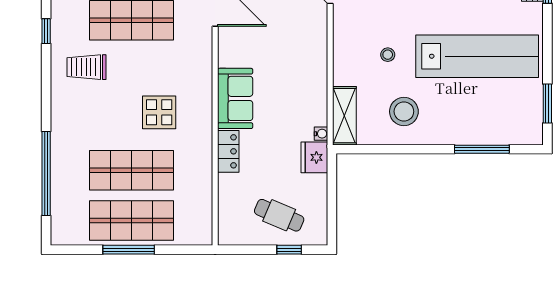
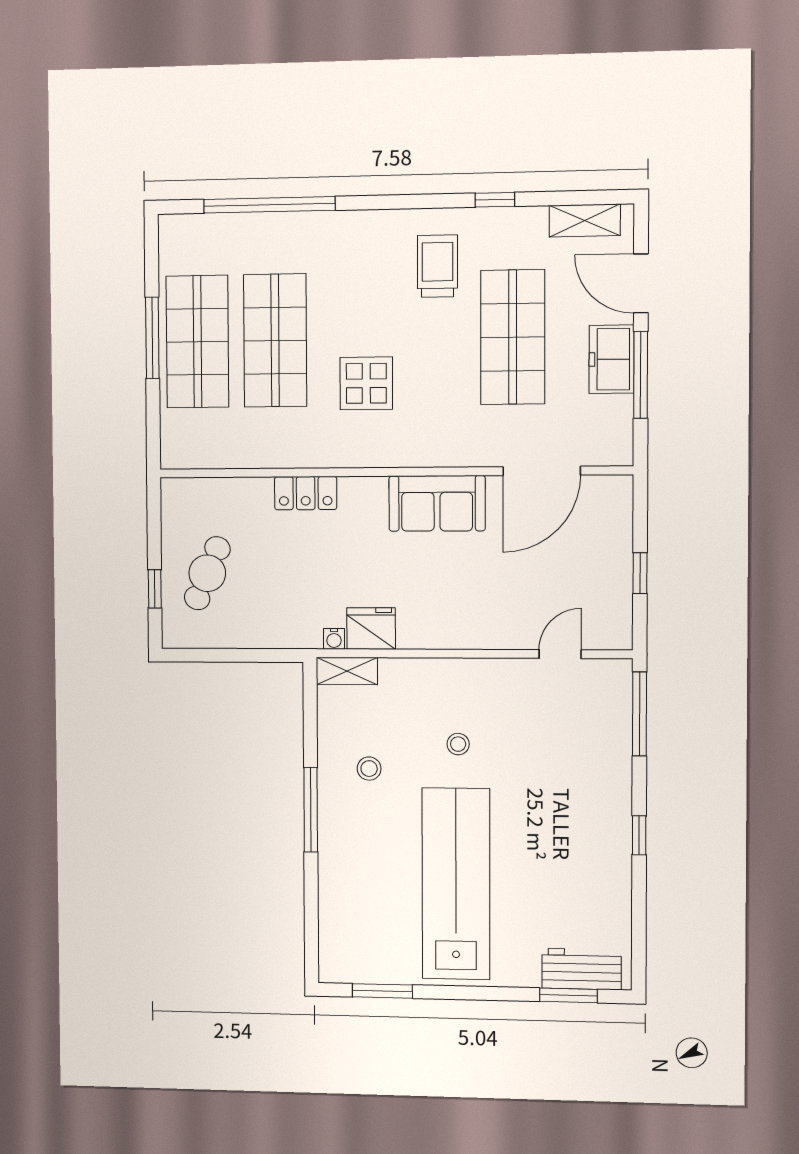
lab bench: (477, 56) -> (456, 884), turned 180
sofa: (235, 98) -> (437, 503), moved
stool: (404, 111) -> (369, 769), width x0.53, depth x0.53
shelving: (344, 116) -> (347, 671), width x0.67, depth x0.75
window: (482, 149) -> (311, 810), moved
fridge: (314, 157) -> (371, 629), moved

